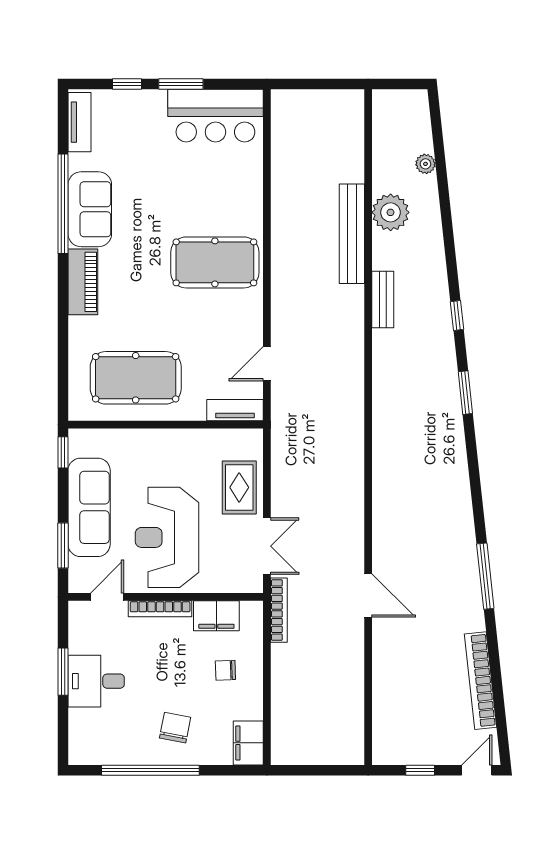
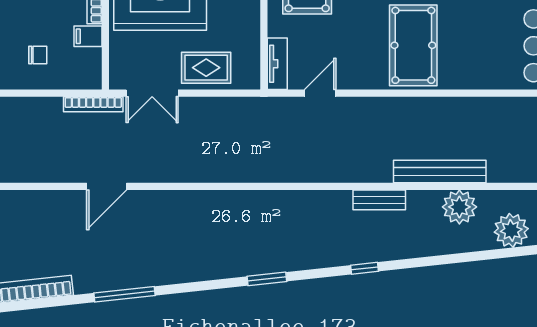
plant: (425, 164) -> (511, 230), width x1.88, depth x1.88
door: (267, 364) -> (320, 93), hinge flipped
window: (465, 393) -> (267, 279), moved
filing cabinet: (216, 616) -> (88, 36), width x0.50
chair: (225, 670) -> (38, 55), turned 92

